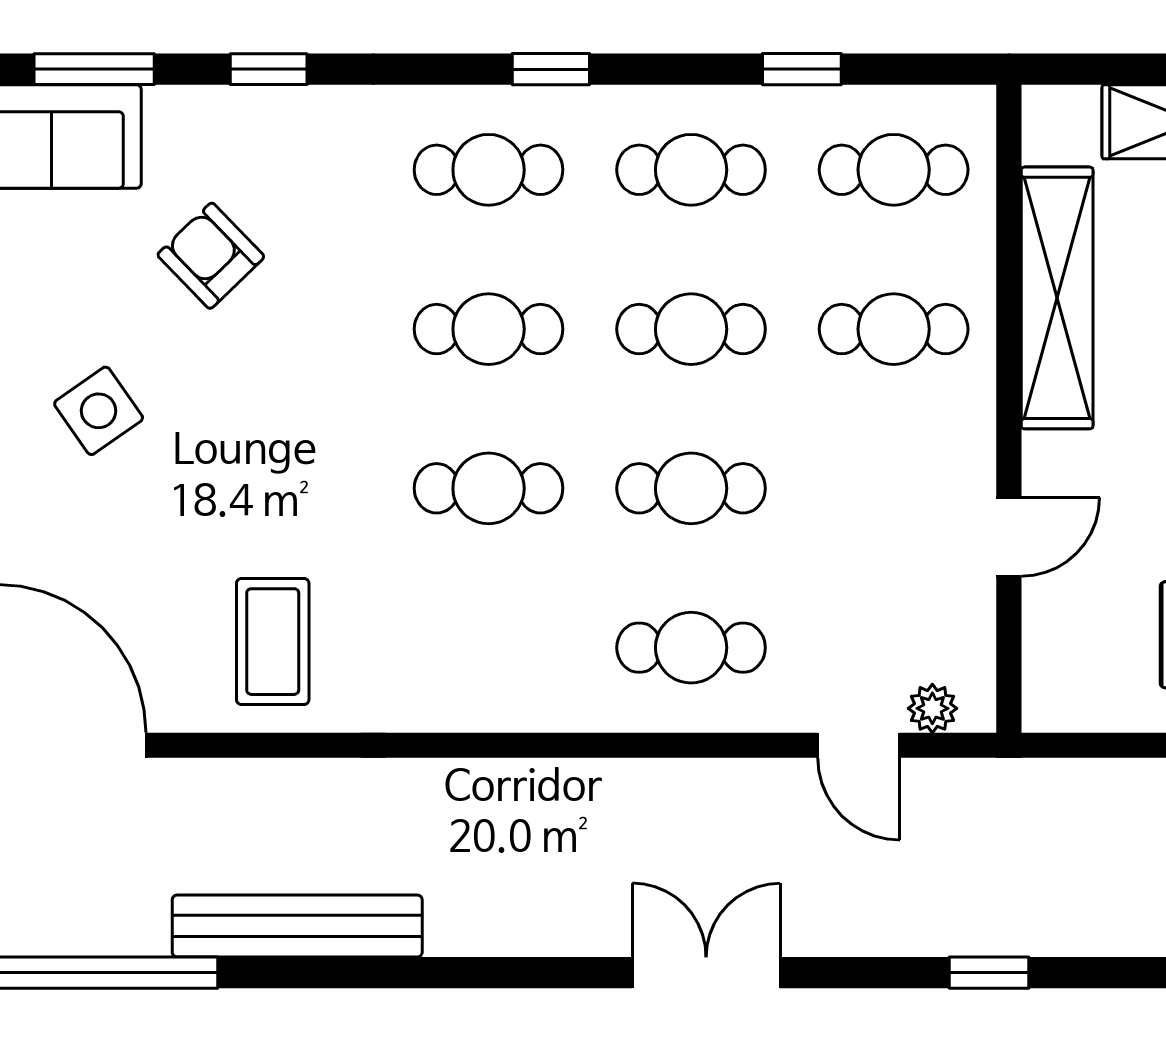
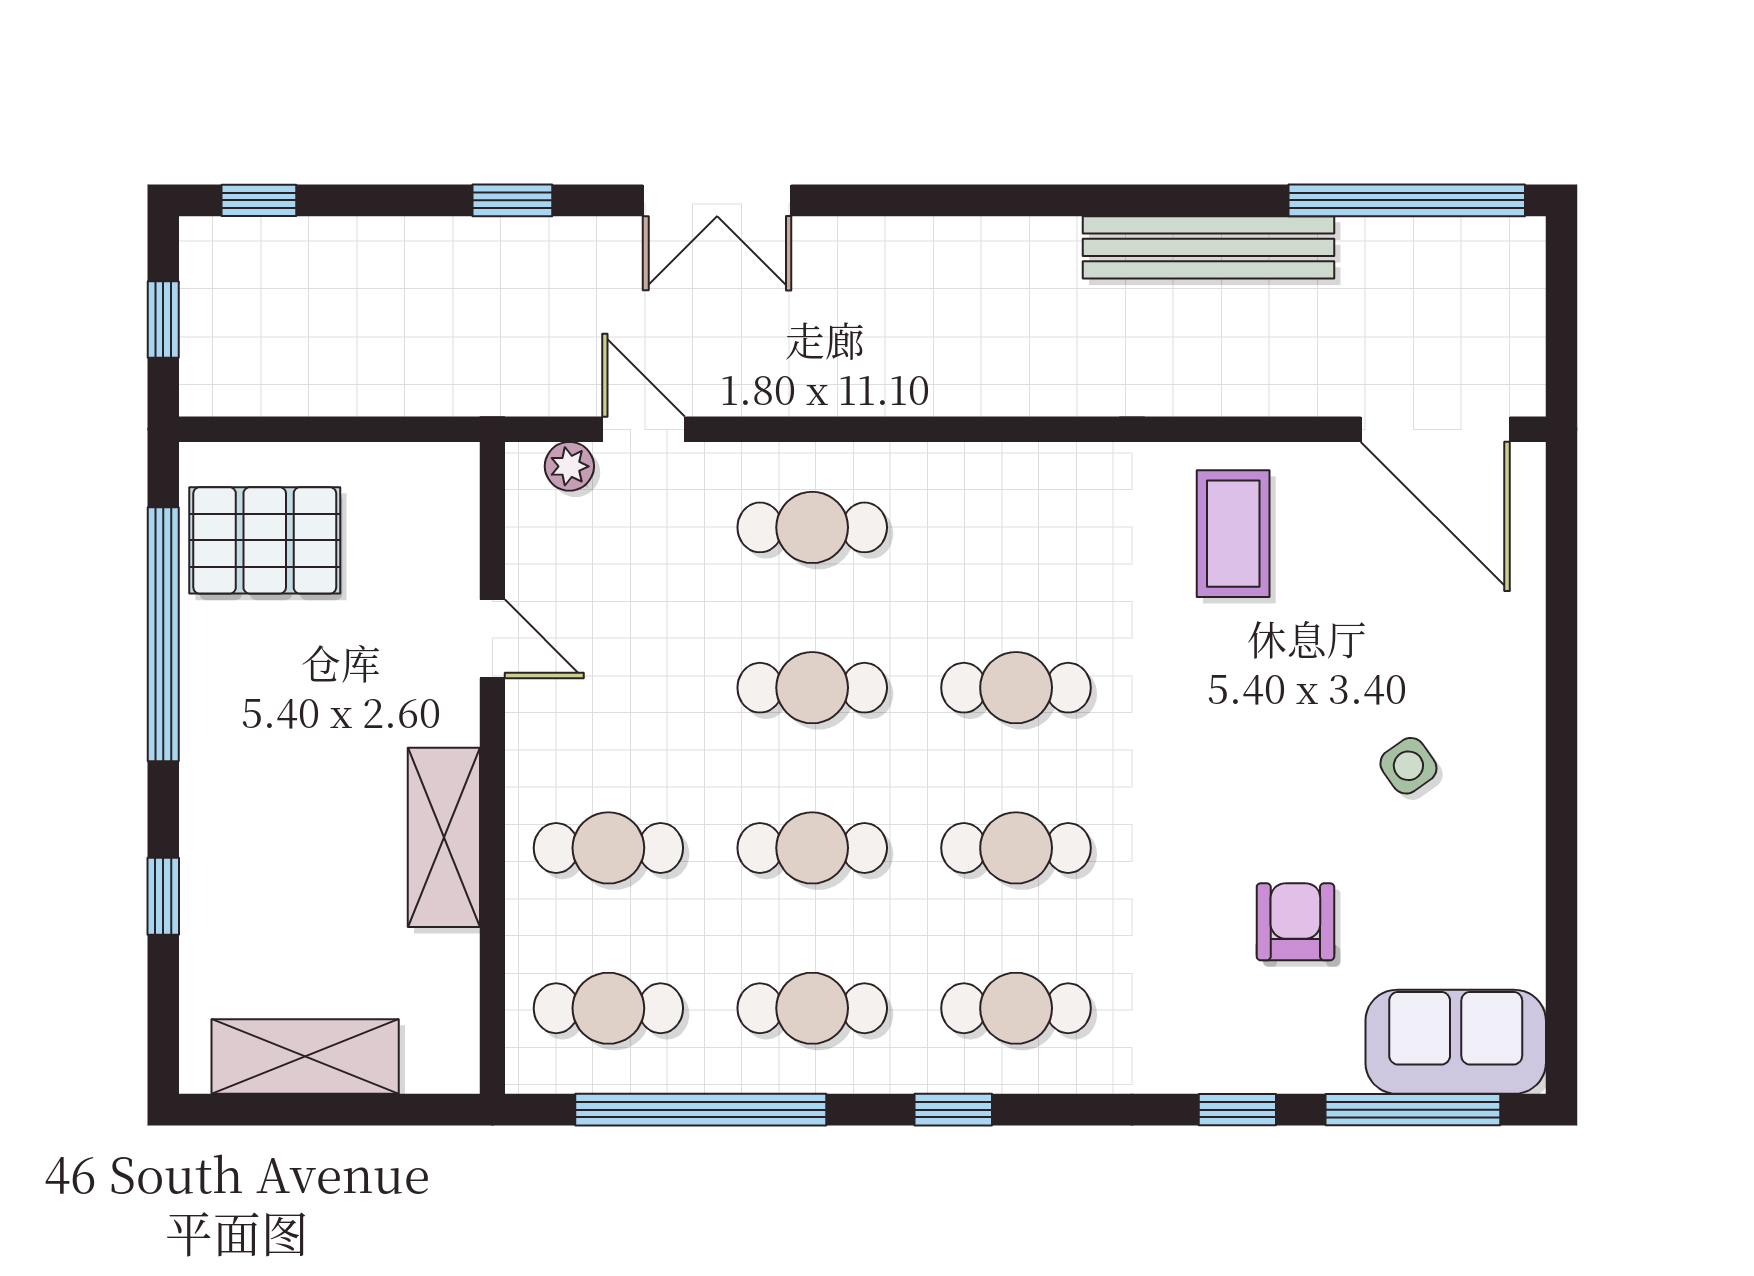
window: (94, 69) -> (1413, 1110), width x1.44
window: (802, 69) -> (701, 1110), width x3.17
armchair: (211, 256) -> (1295, 922), turned -136
shelving: (1057, 298) -> (444, 837), width x0.68
side table: (99, 411) -> (1408, 766), width x0.73, depth x0.73
door: (1009, 537) -> (492, 639), swing flipped
double door: (706, 973) -> (717, 200), moved

